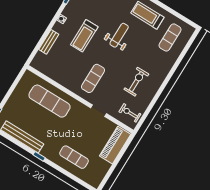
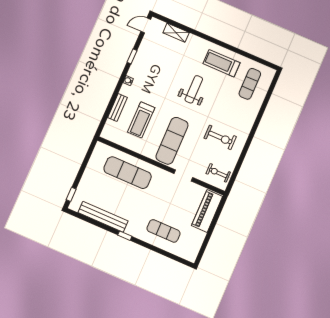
treadmill: (84, 36) -> (141, 120), moved
exercise mat: (93, 78) -> (172, 141), width x1.36, depth x1.45
exercise bike: (136, 82) -> (220, 137), turned 90

